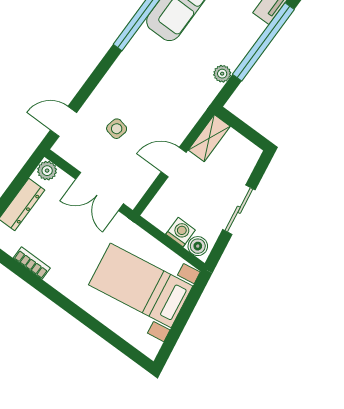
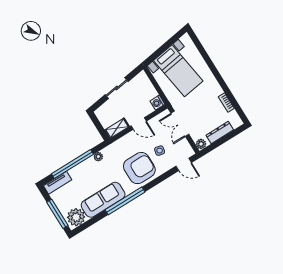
armchair: (140, 83) -> (139, 168), added
double door: (99, 191) -> (180, 124), swing flipped
washing machine: (181, 232) -> (158, 103), moved
boiler: (198, 246) -> (143, 79), removed

